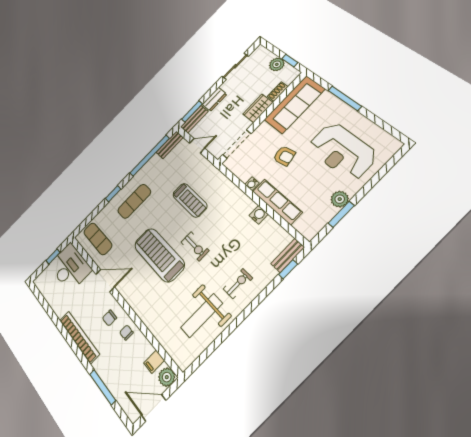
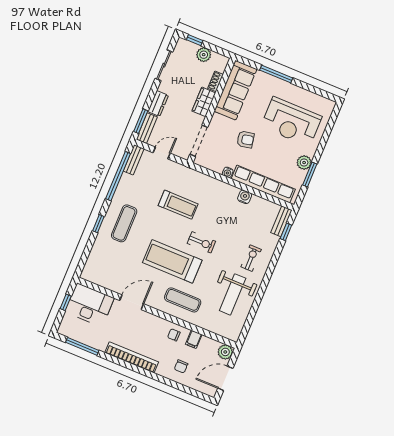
window: (290, 61) -> (195, 40), moved
row of seats: (277, 202) -> (263, 184), width x1.36
exercise mat: (98, 239) -> (183, 300), moved
chair: (110, 318) -> (181, 366), moved
filing cabinet: (154, 362) -> (194, 339), moved
window: (103, 387) -> (82, 346), moved

